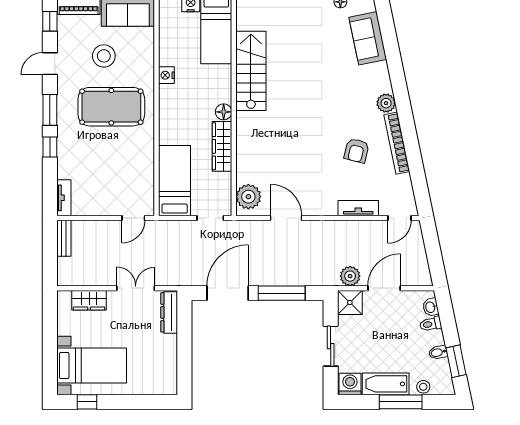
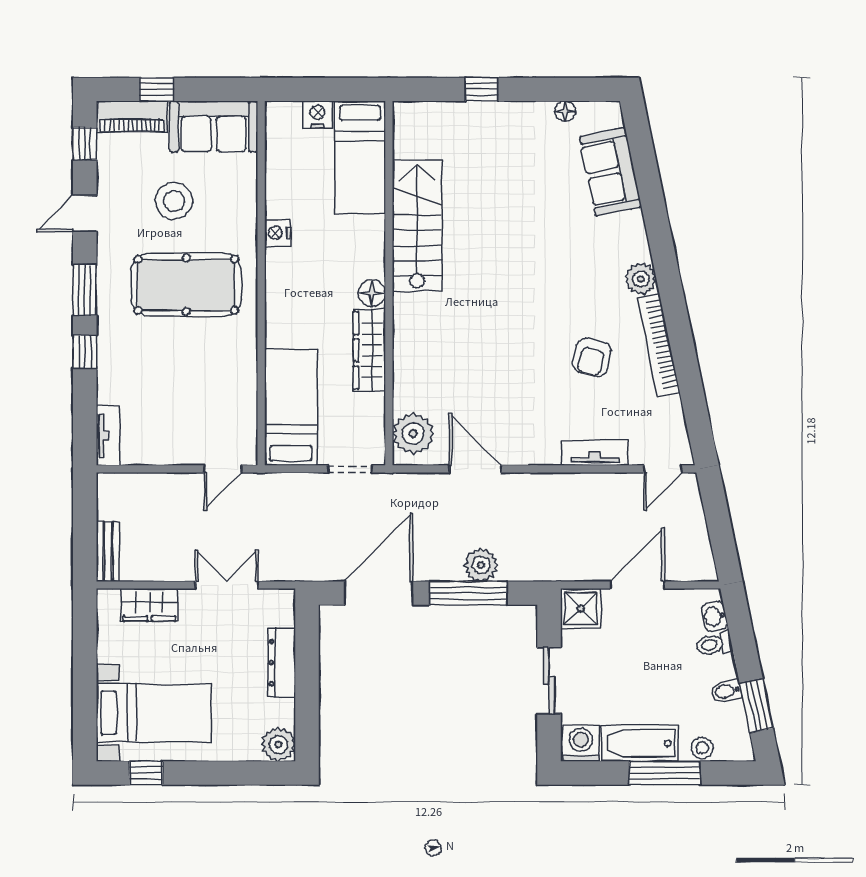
bench: (64, 238) -> (108, 551), moved
plant: (350, 276) -> (481, 565), moved
dresser: (169, 312) -> (282, 663), moved
plant: (167, 385) -> (278, 744), added

